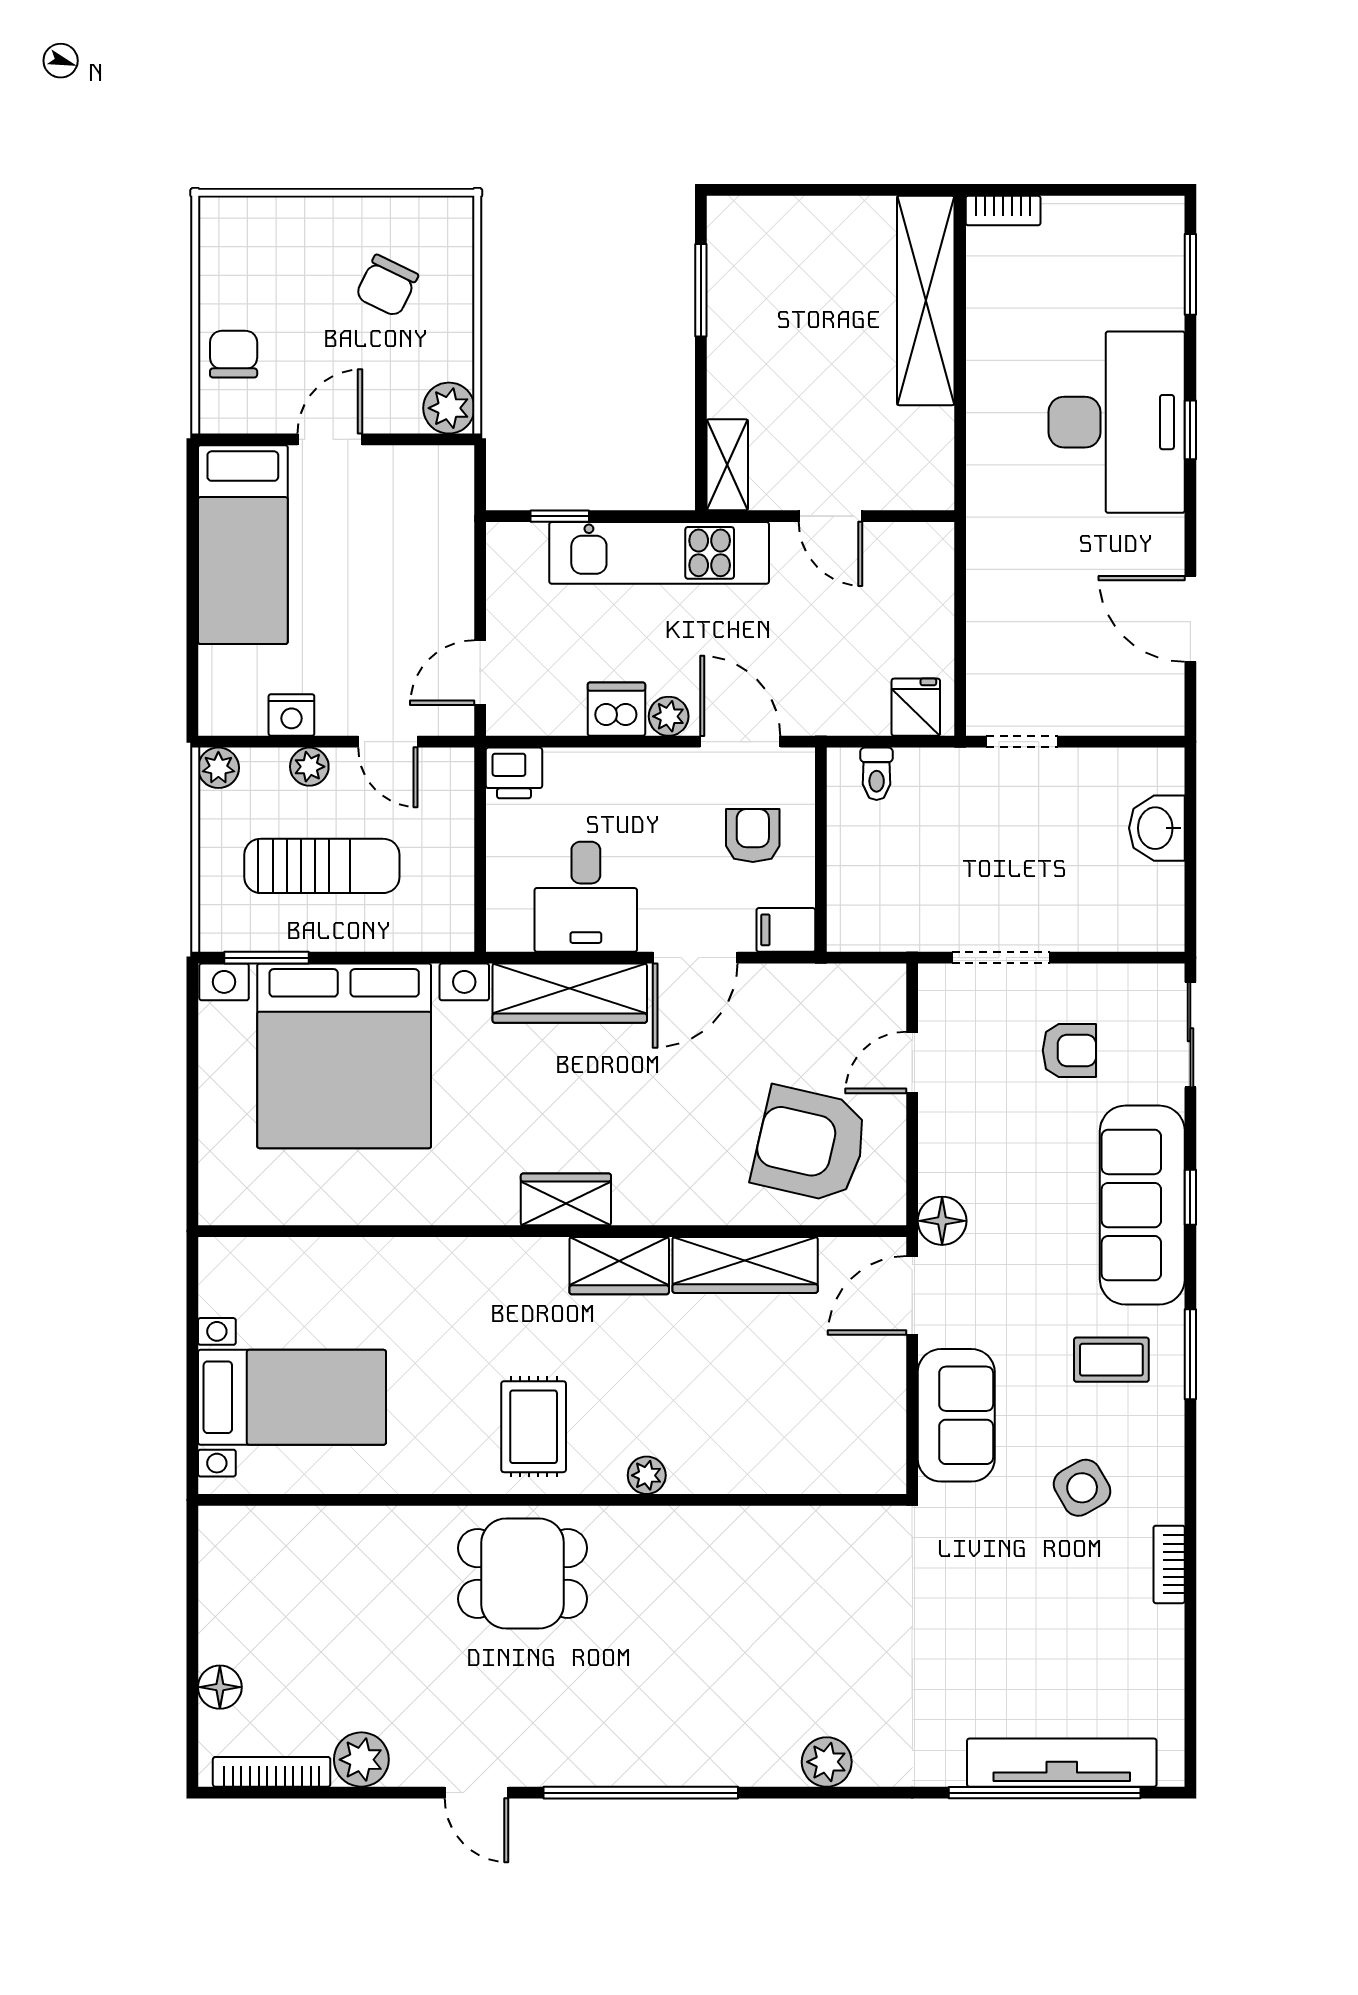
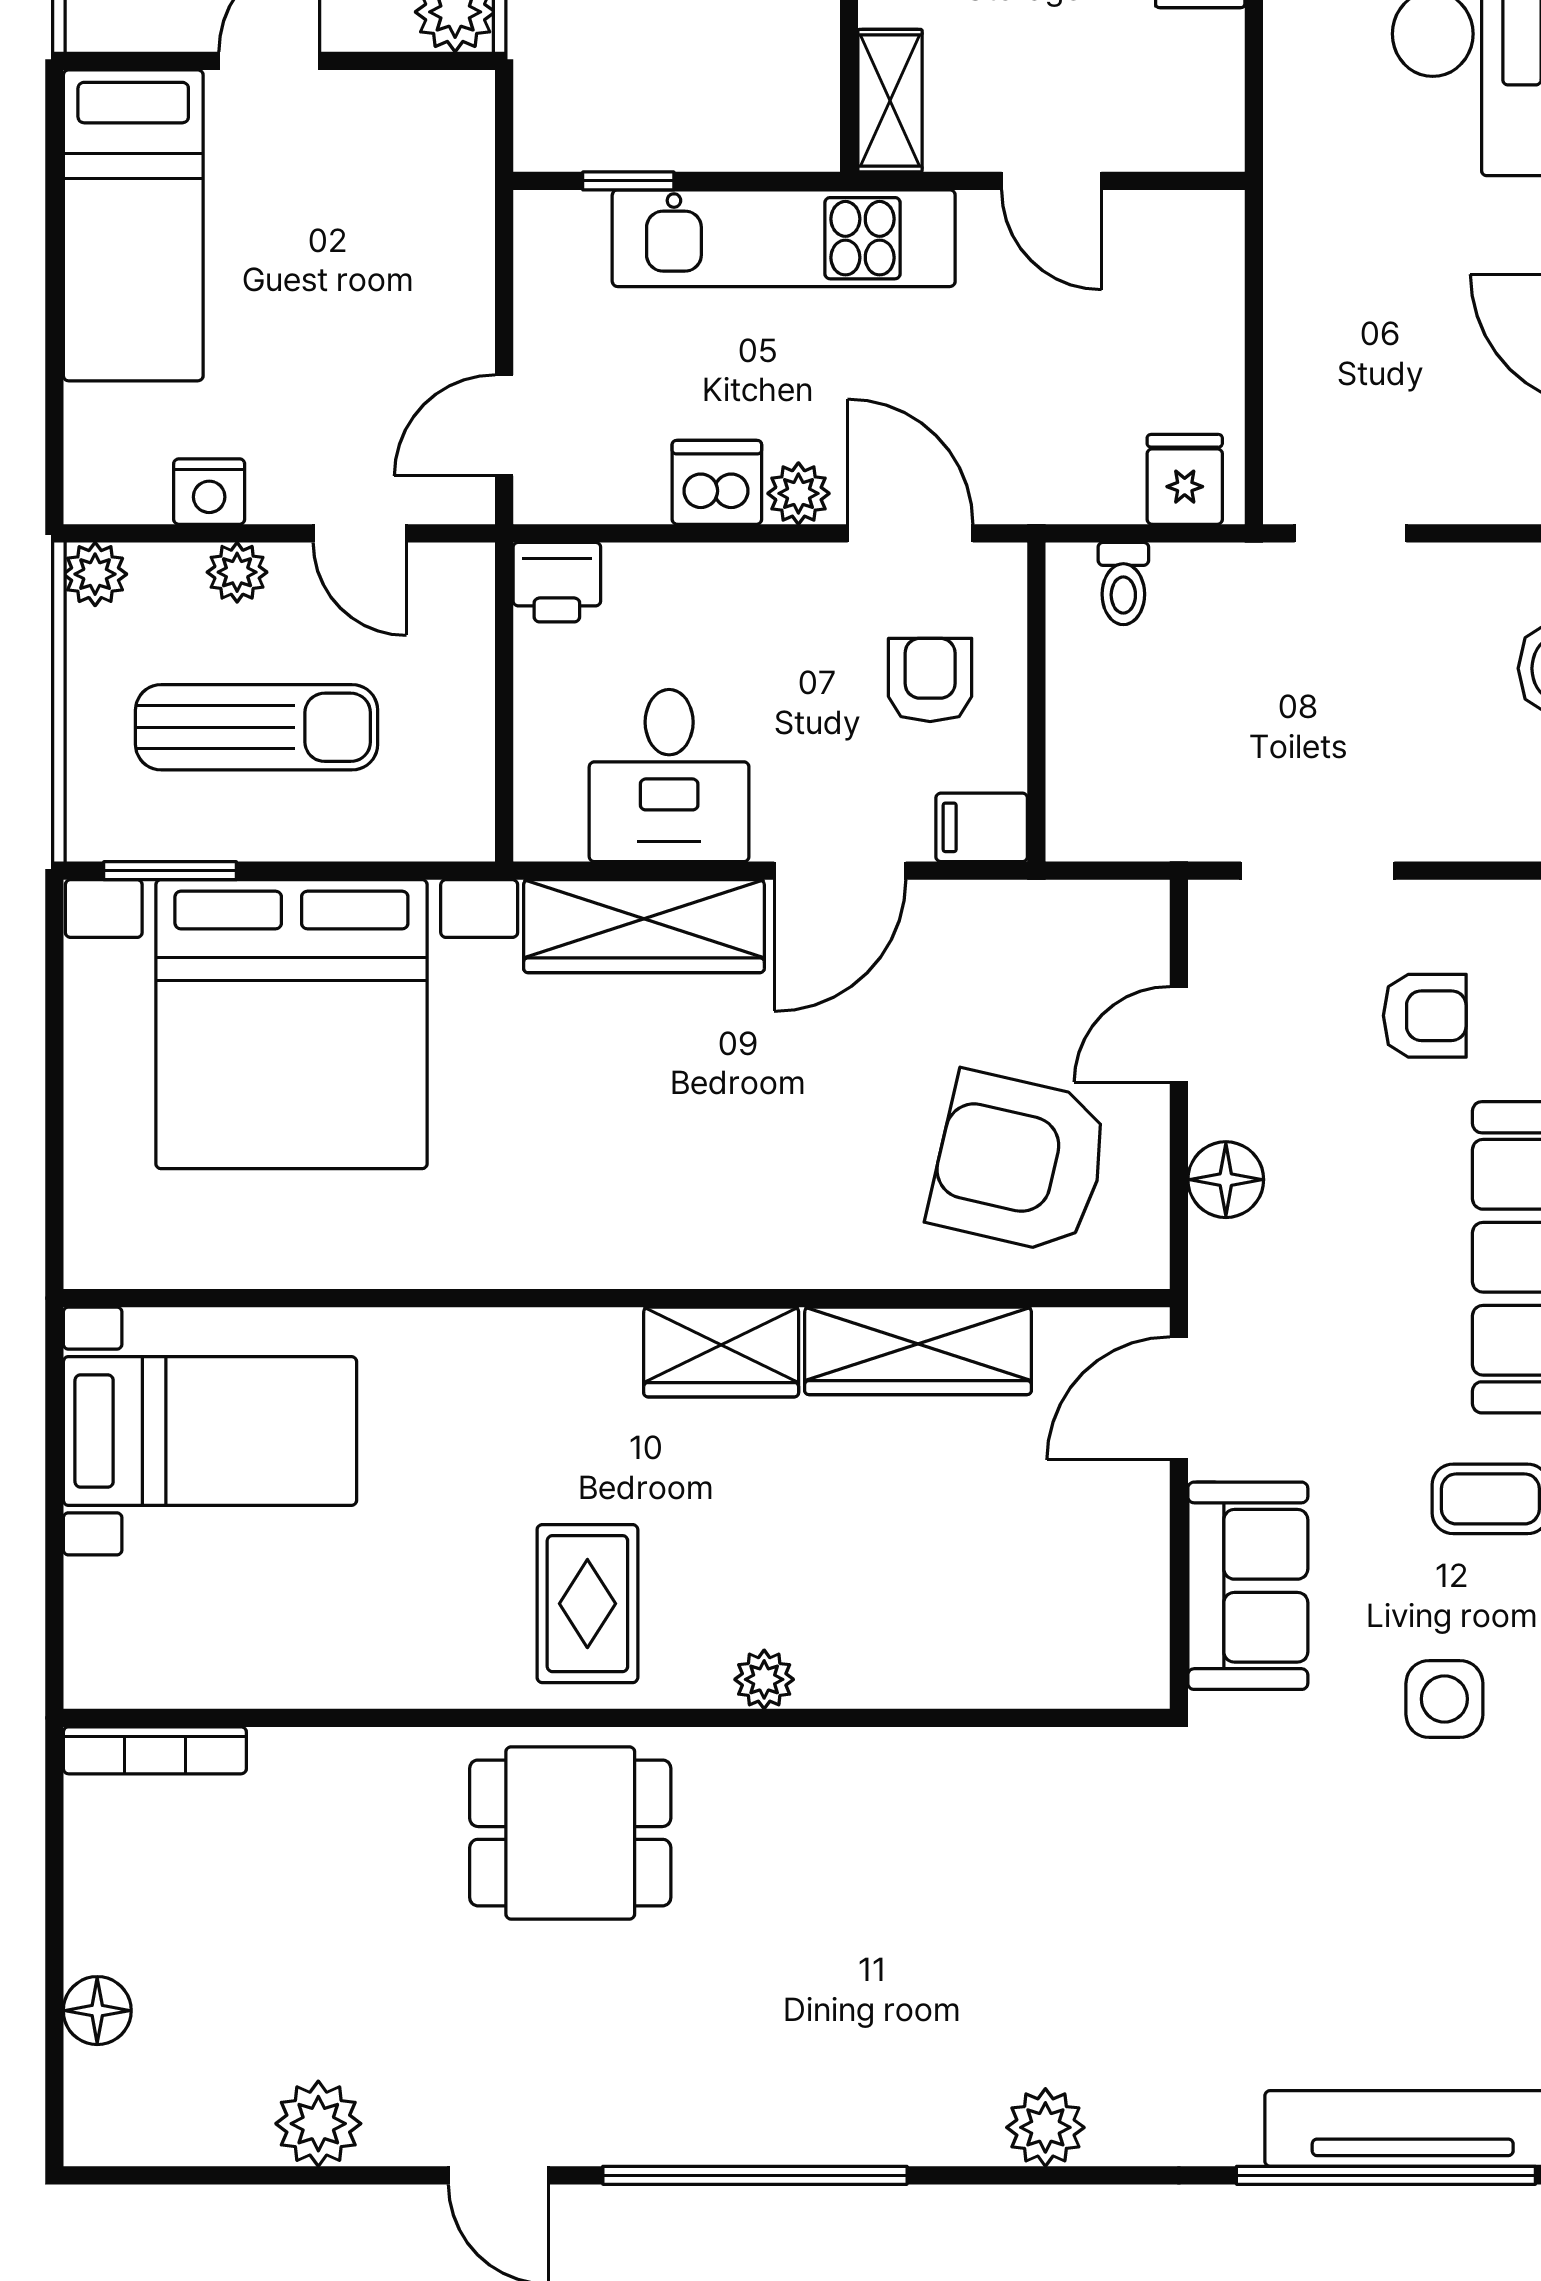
wardrobe: (566, 1199) -> (638, 1248), removed
floor lamp: (942, 1221) -> (1226, 1180), moved
bed with nightstands: (292, 1397) -> (210, 1431), moved
side table: (1082, 1488) -> (1444, 1699), turned 30
bookcase: (272, 1772) -> (155, 1750), moved, turned 180

